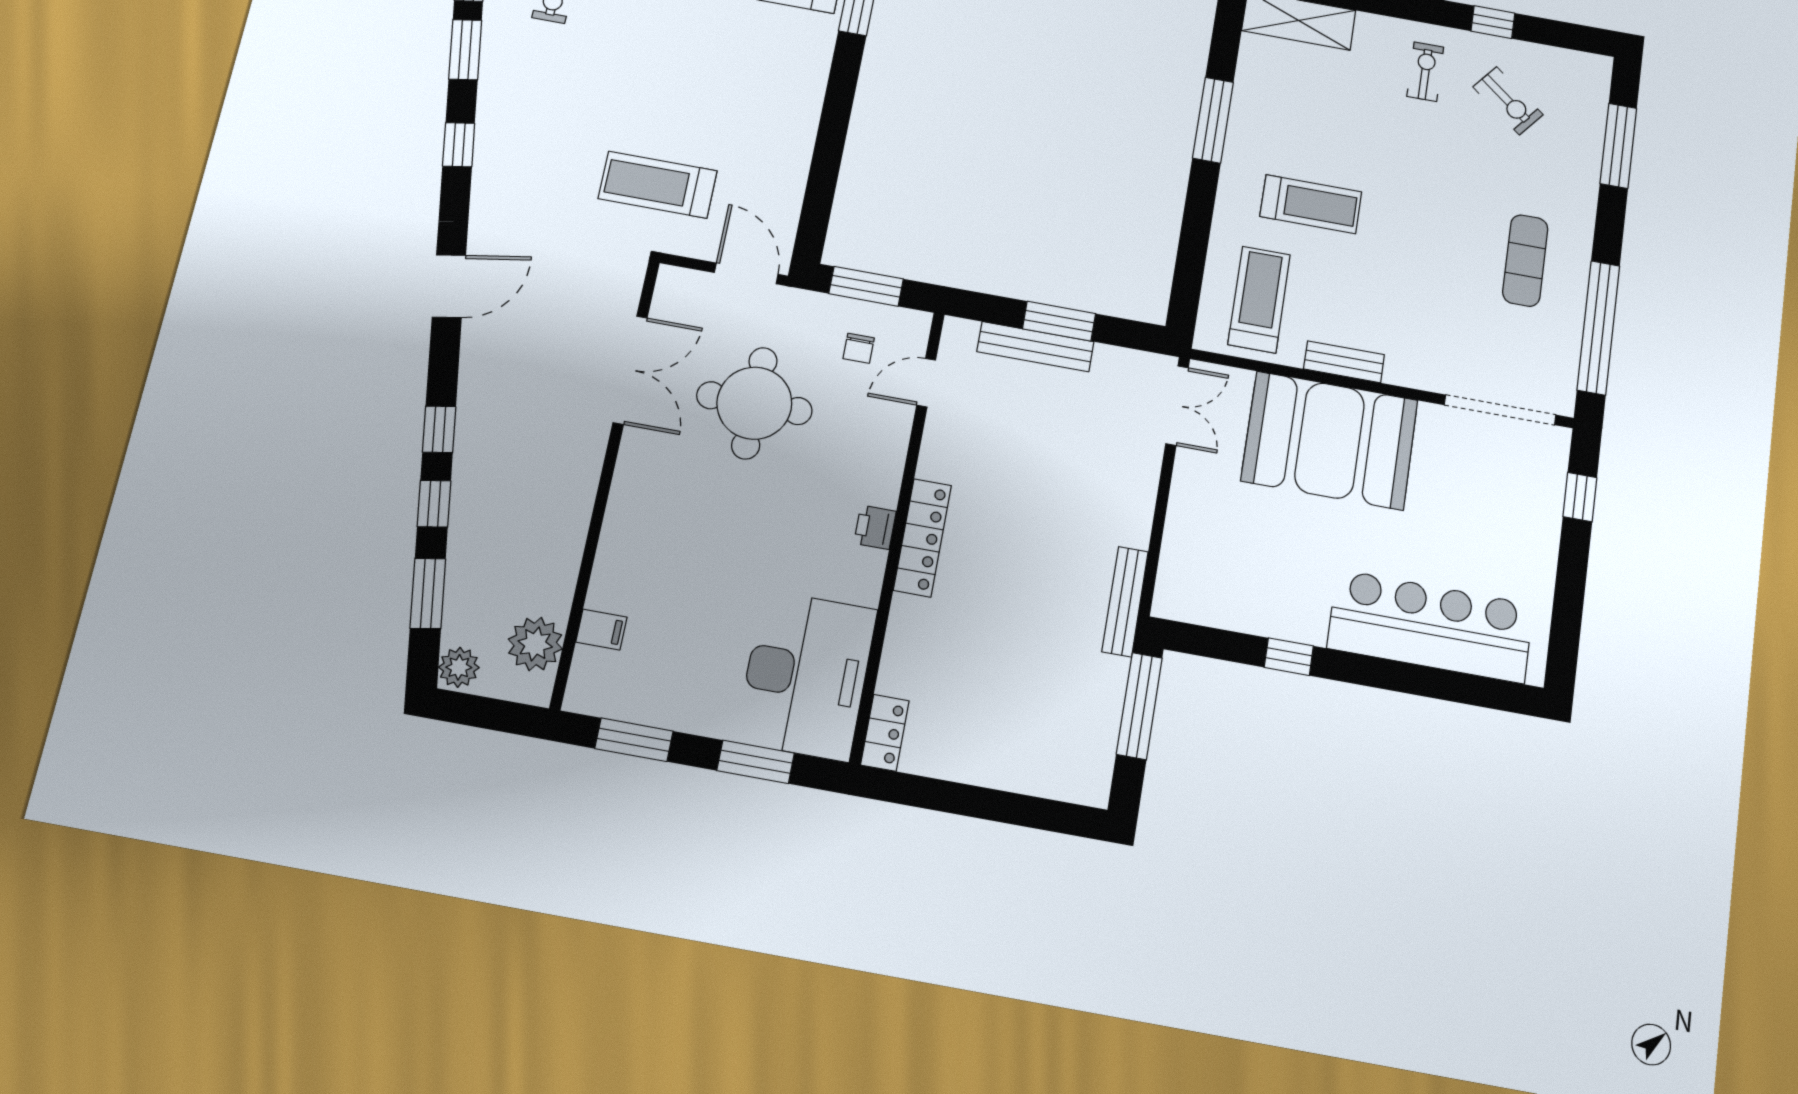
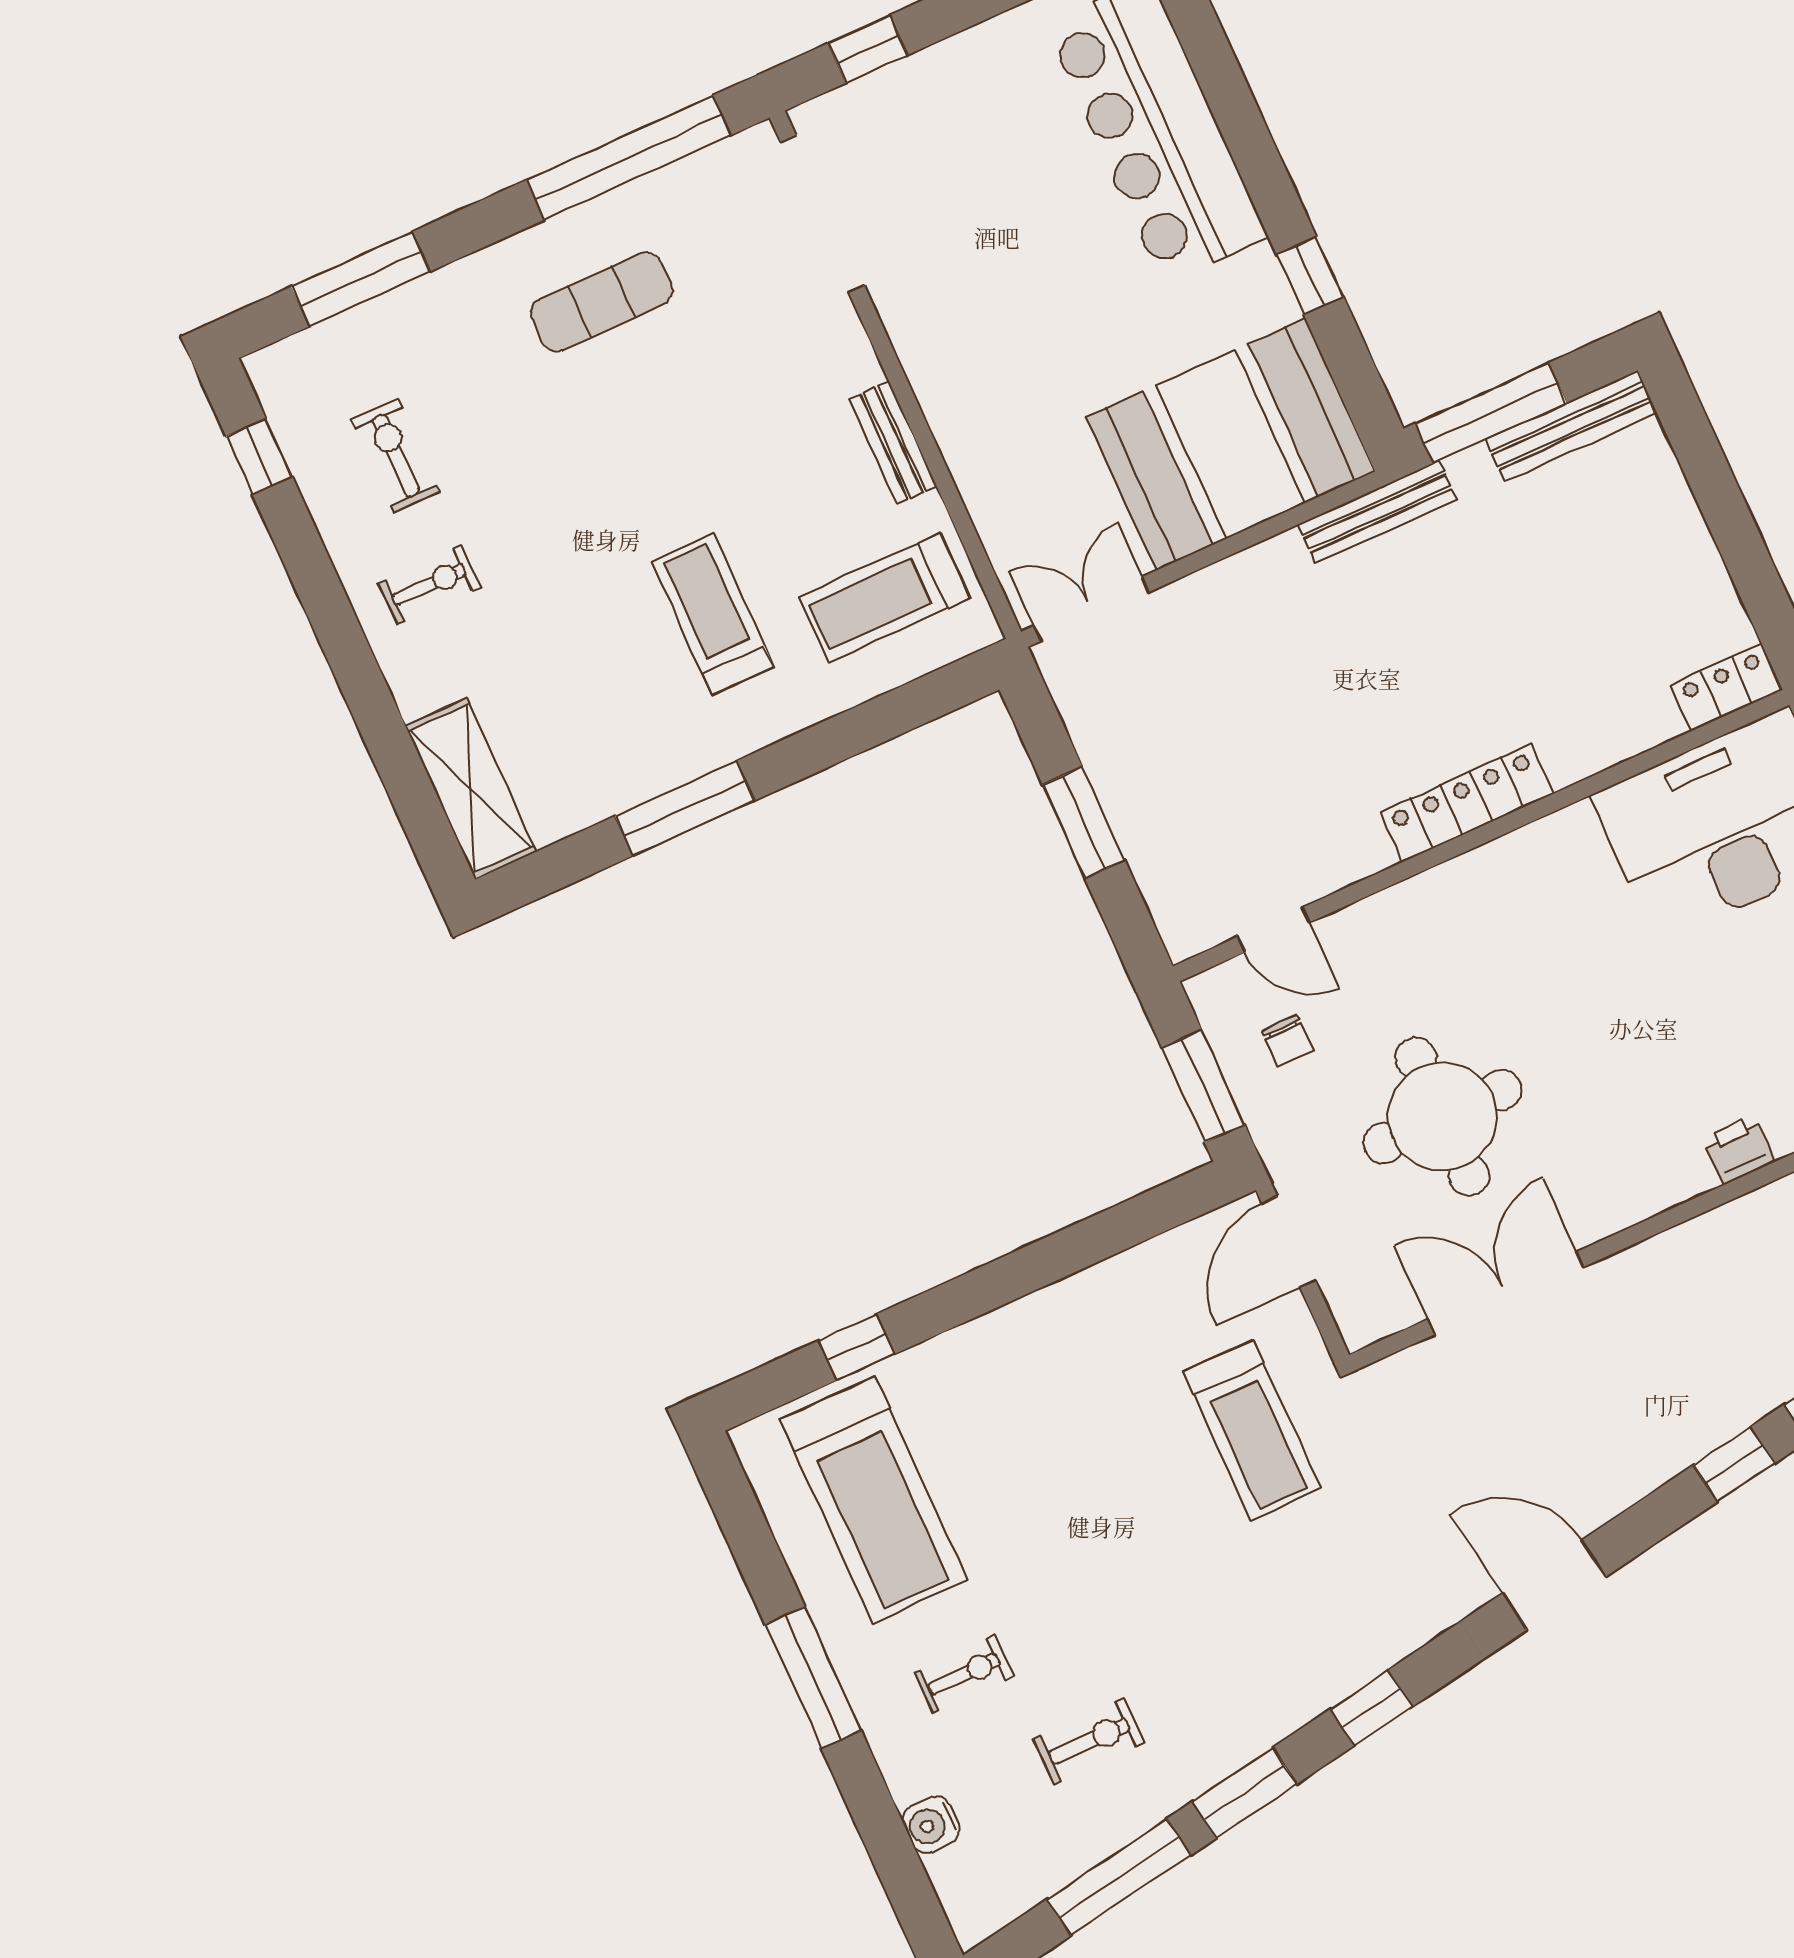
window: (1493, 22) -> (259, 457), moved
exercise bike: (1425, 72) -> (429, 585), turned 180
exercise bike: (1508, 101) -> (396, 456), turned -39
bench: (1035, 347) -> (1571, 426), moved, turned 90
chair: (859, 348) -> (1287, 1040), turned 90
booth: (1330, 440) -> (1231, 444), moved, turned 90
printer: (875, 527) -> (1739, 1150), moved, turned 180

